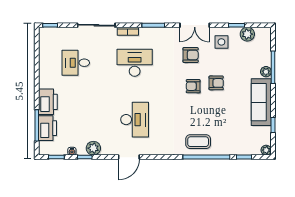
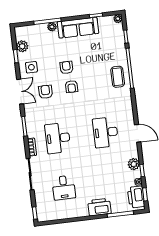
desk: (135, 120) -> (106, 132), turned -90
printer: (48, 128) -> (136, 197), moved, turned -90

